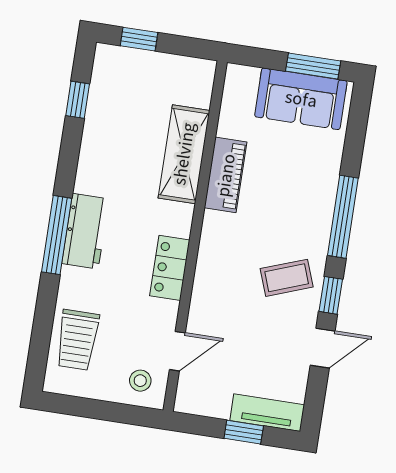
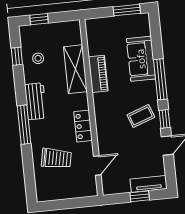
sofa: (301, 99) -> (141, 59), moved, turned 90
workbench: (85, 231) -> (36, 101), moved
trolley: (77, 340) -> (56, 158), moved, turned -79
stool: (140, 381) -> (38, 58), moved

